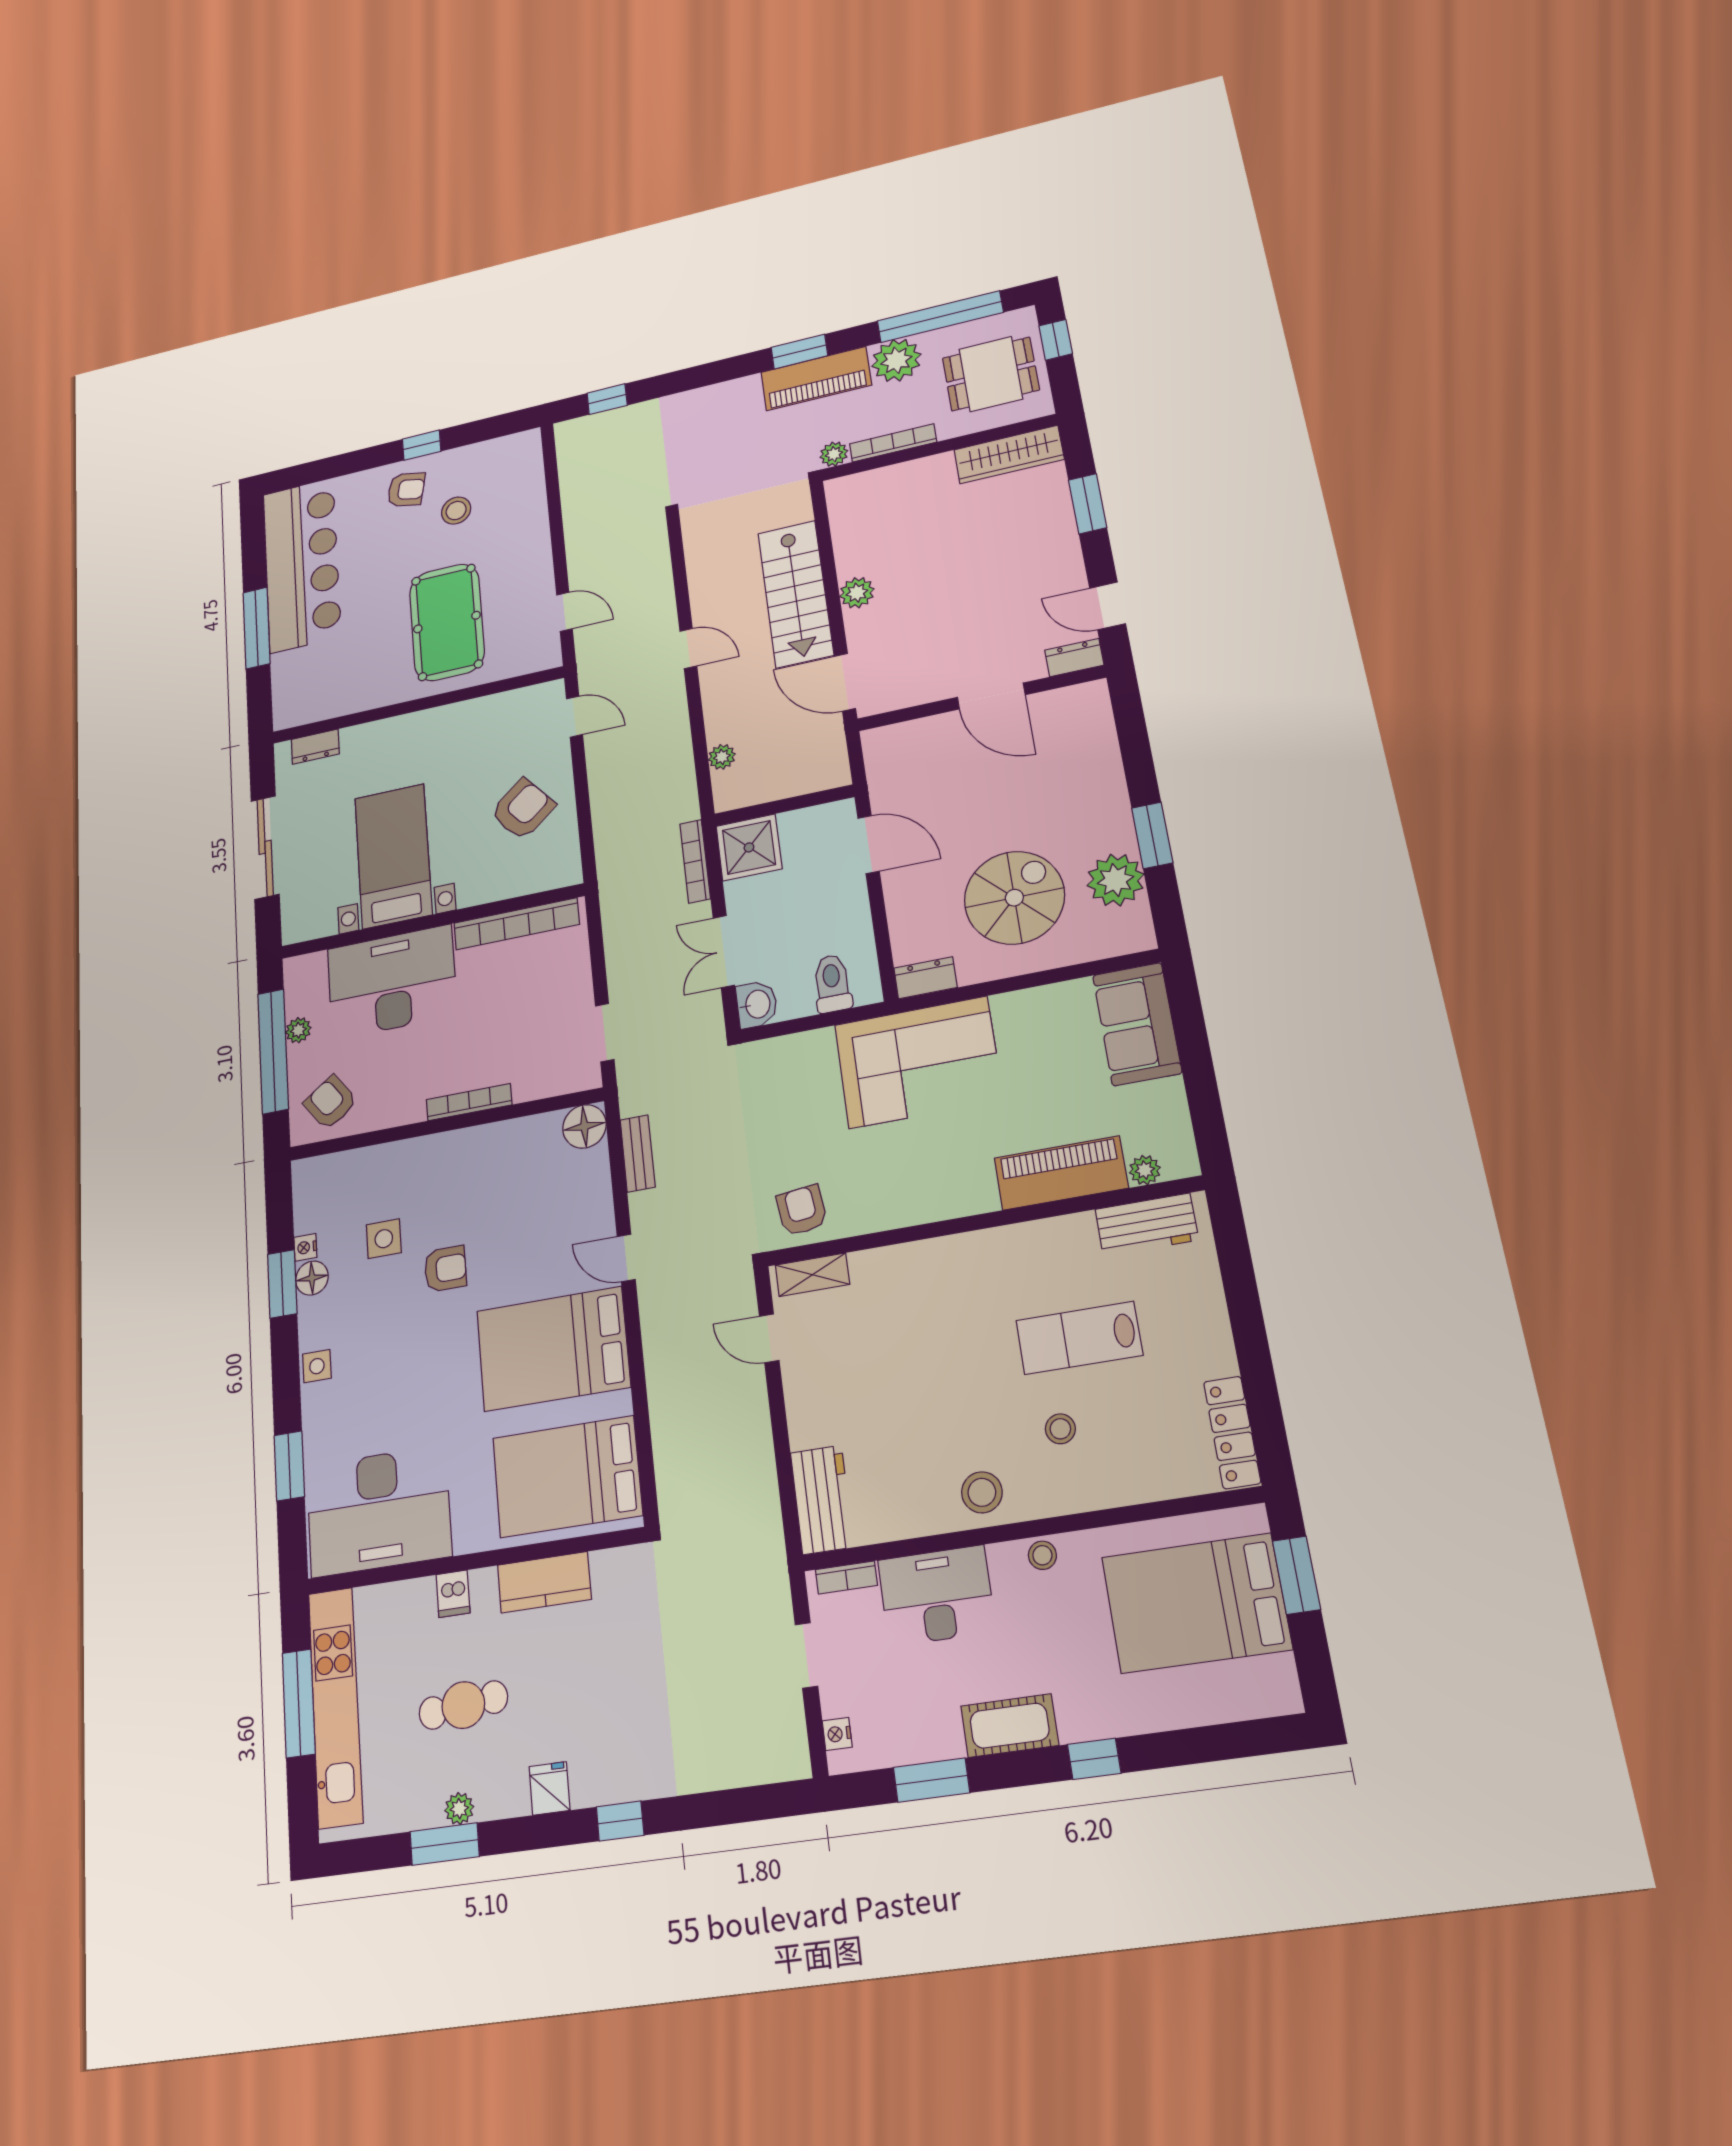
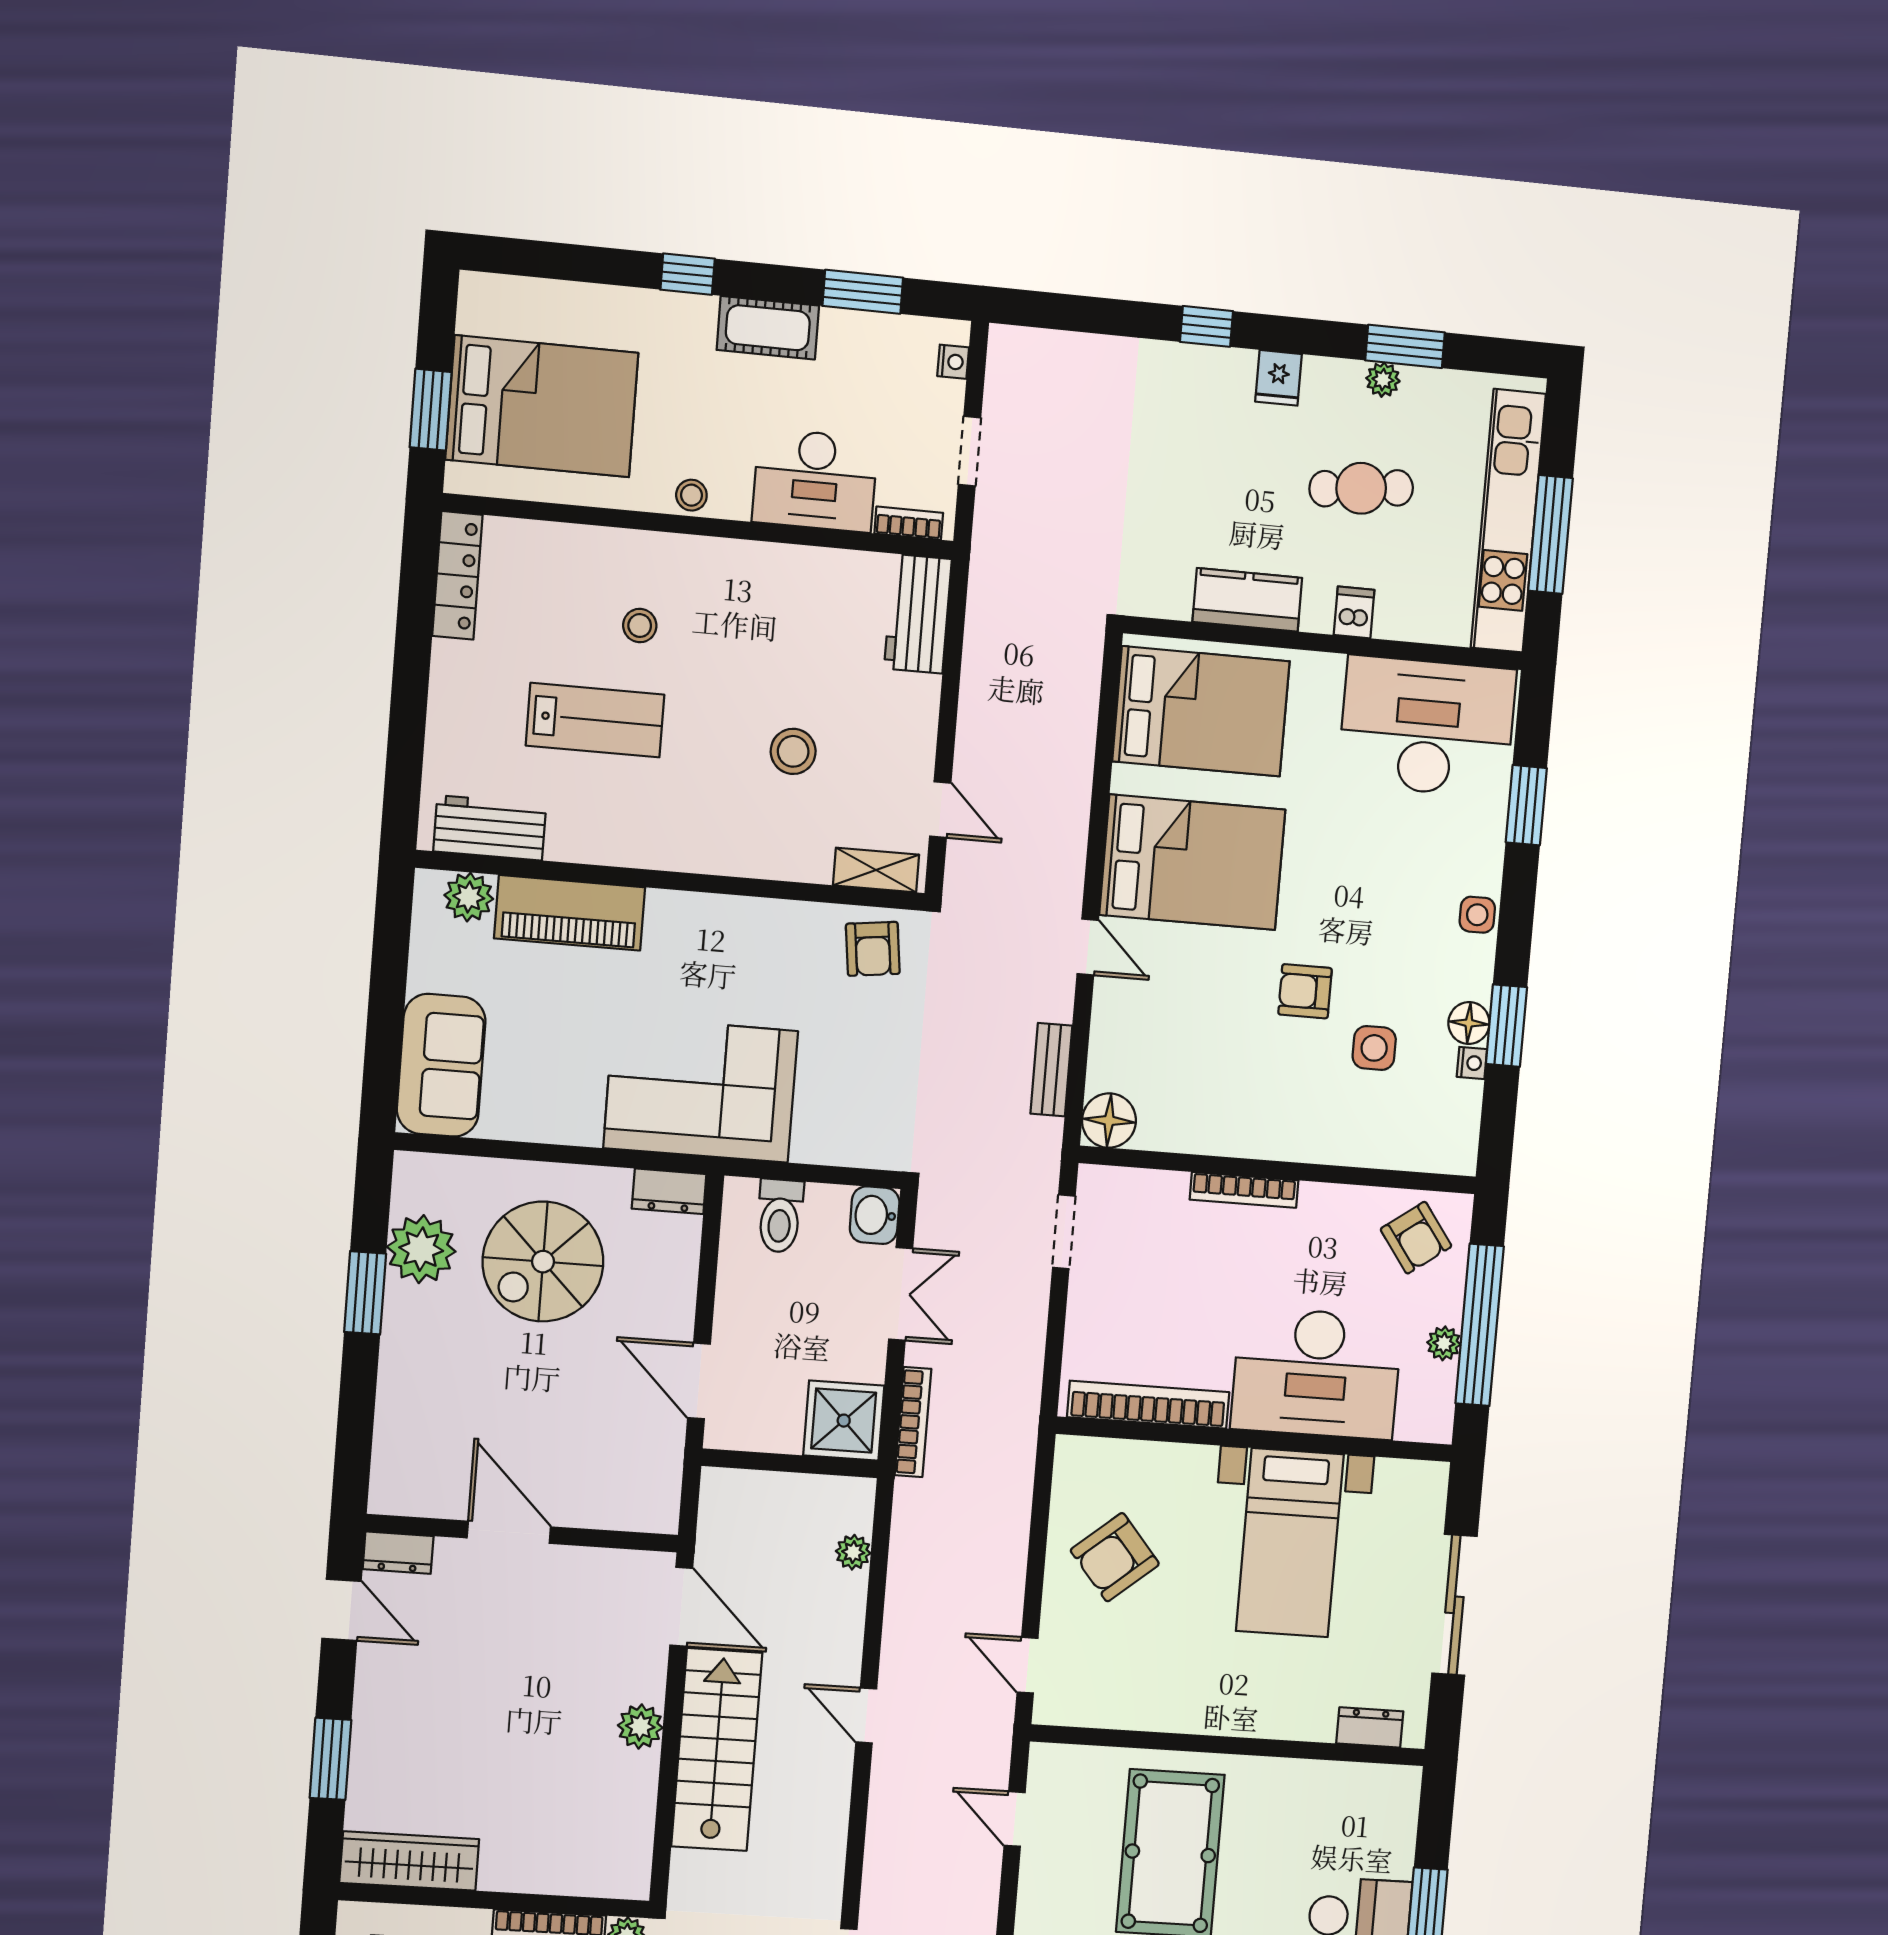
plant: (1145, 1170) -> (469, 897), width x1.38, depth x1.38
stool: (982, 1492) -> (793, 751), moved

